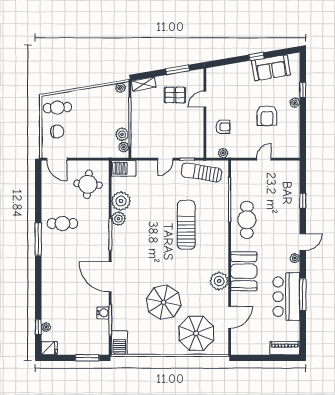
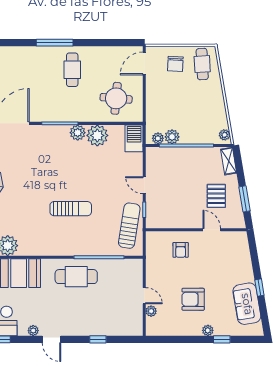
plant: (223, 153) -> (151, 311), moved
sun lounger: (186, 225) -> (71, 209), width x0.73, depth x0.75

